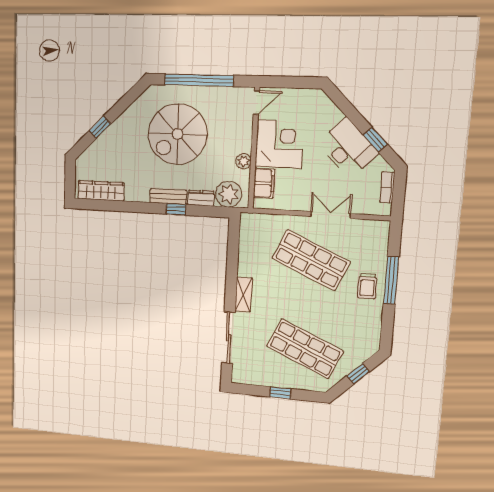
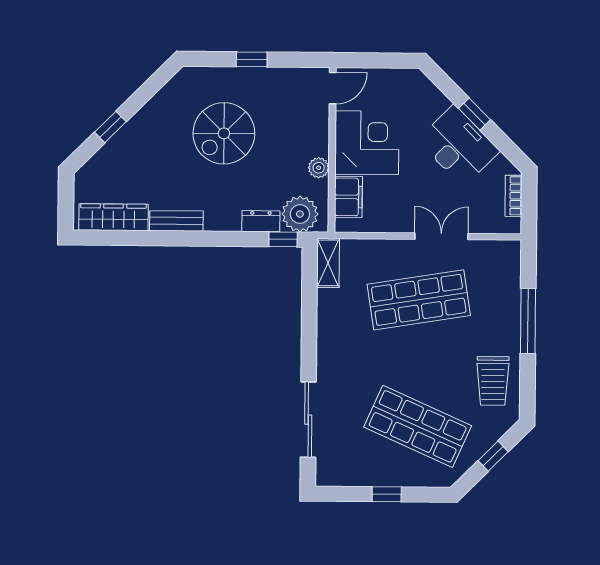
window: (199, 80) -> (252, 59), width x0.32
spiral stairs: (177, 134) -> (224, 133), width x0.73, depth x0.73
window: (375, 140) -> (475, 114), moved
bench: (168, 197) -> (176, 221), moved
window: (176, 209) -> (283, 239), moved
shop shelf: (311, 260) -> (419, 300), turned -33
trolley: (367, 286) -> (493, 381), moved, width x1.36, depth x1.39
shelving: (244, 294) -> (328, 263), moved

